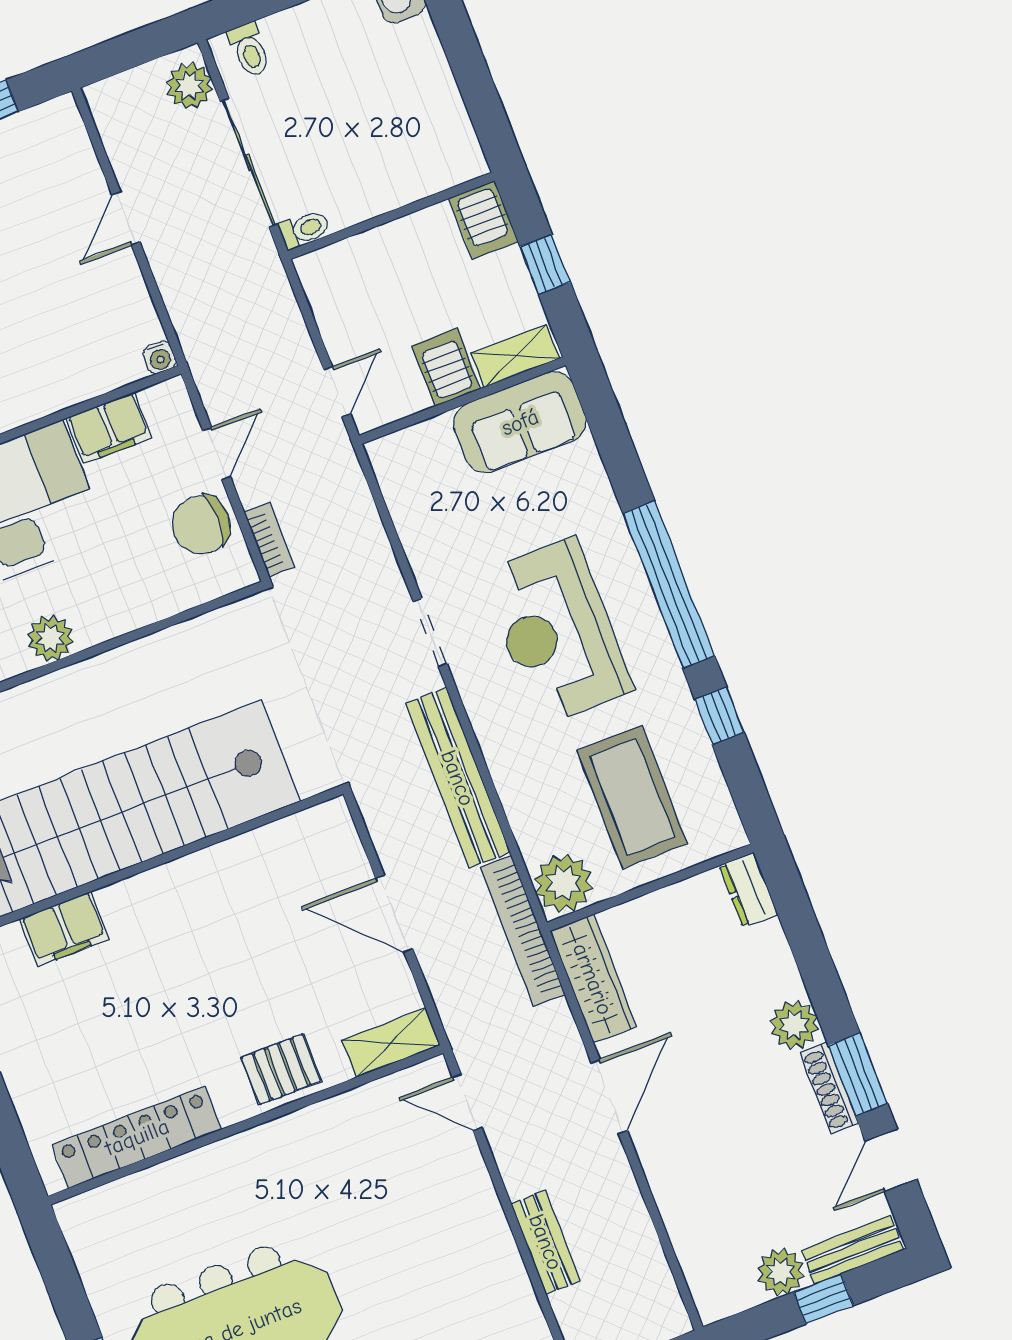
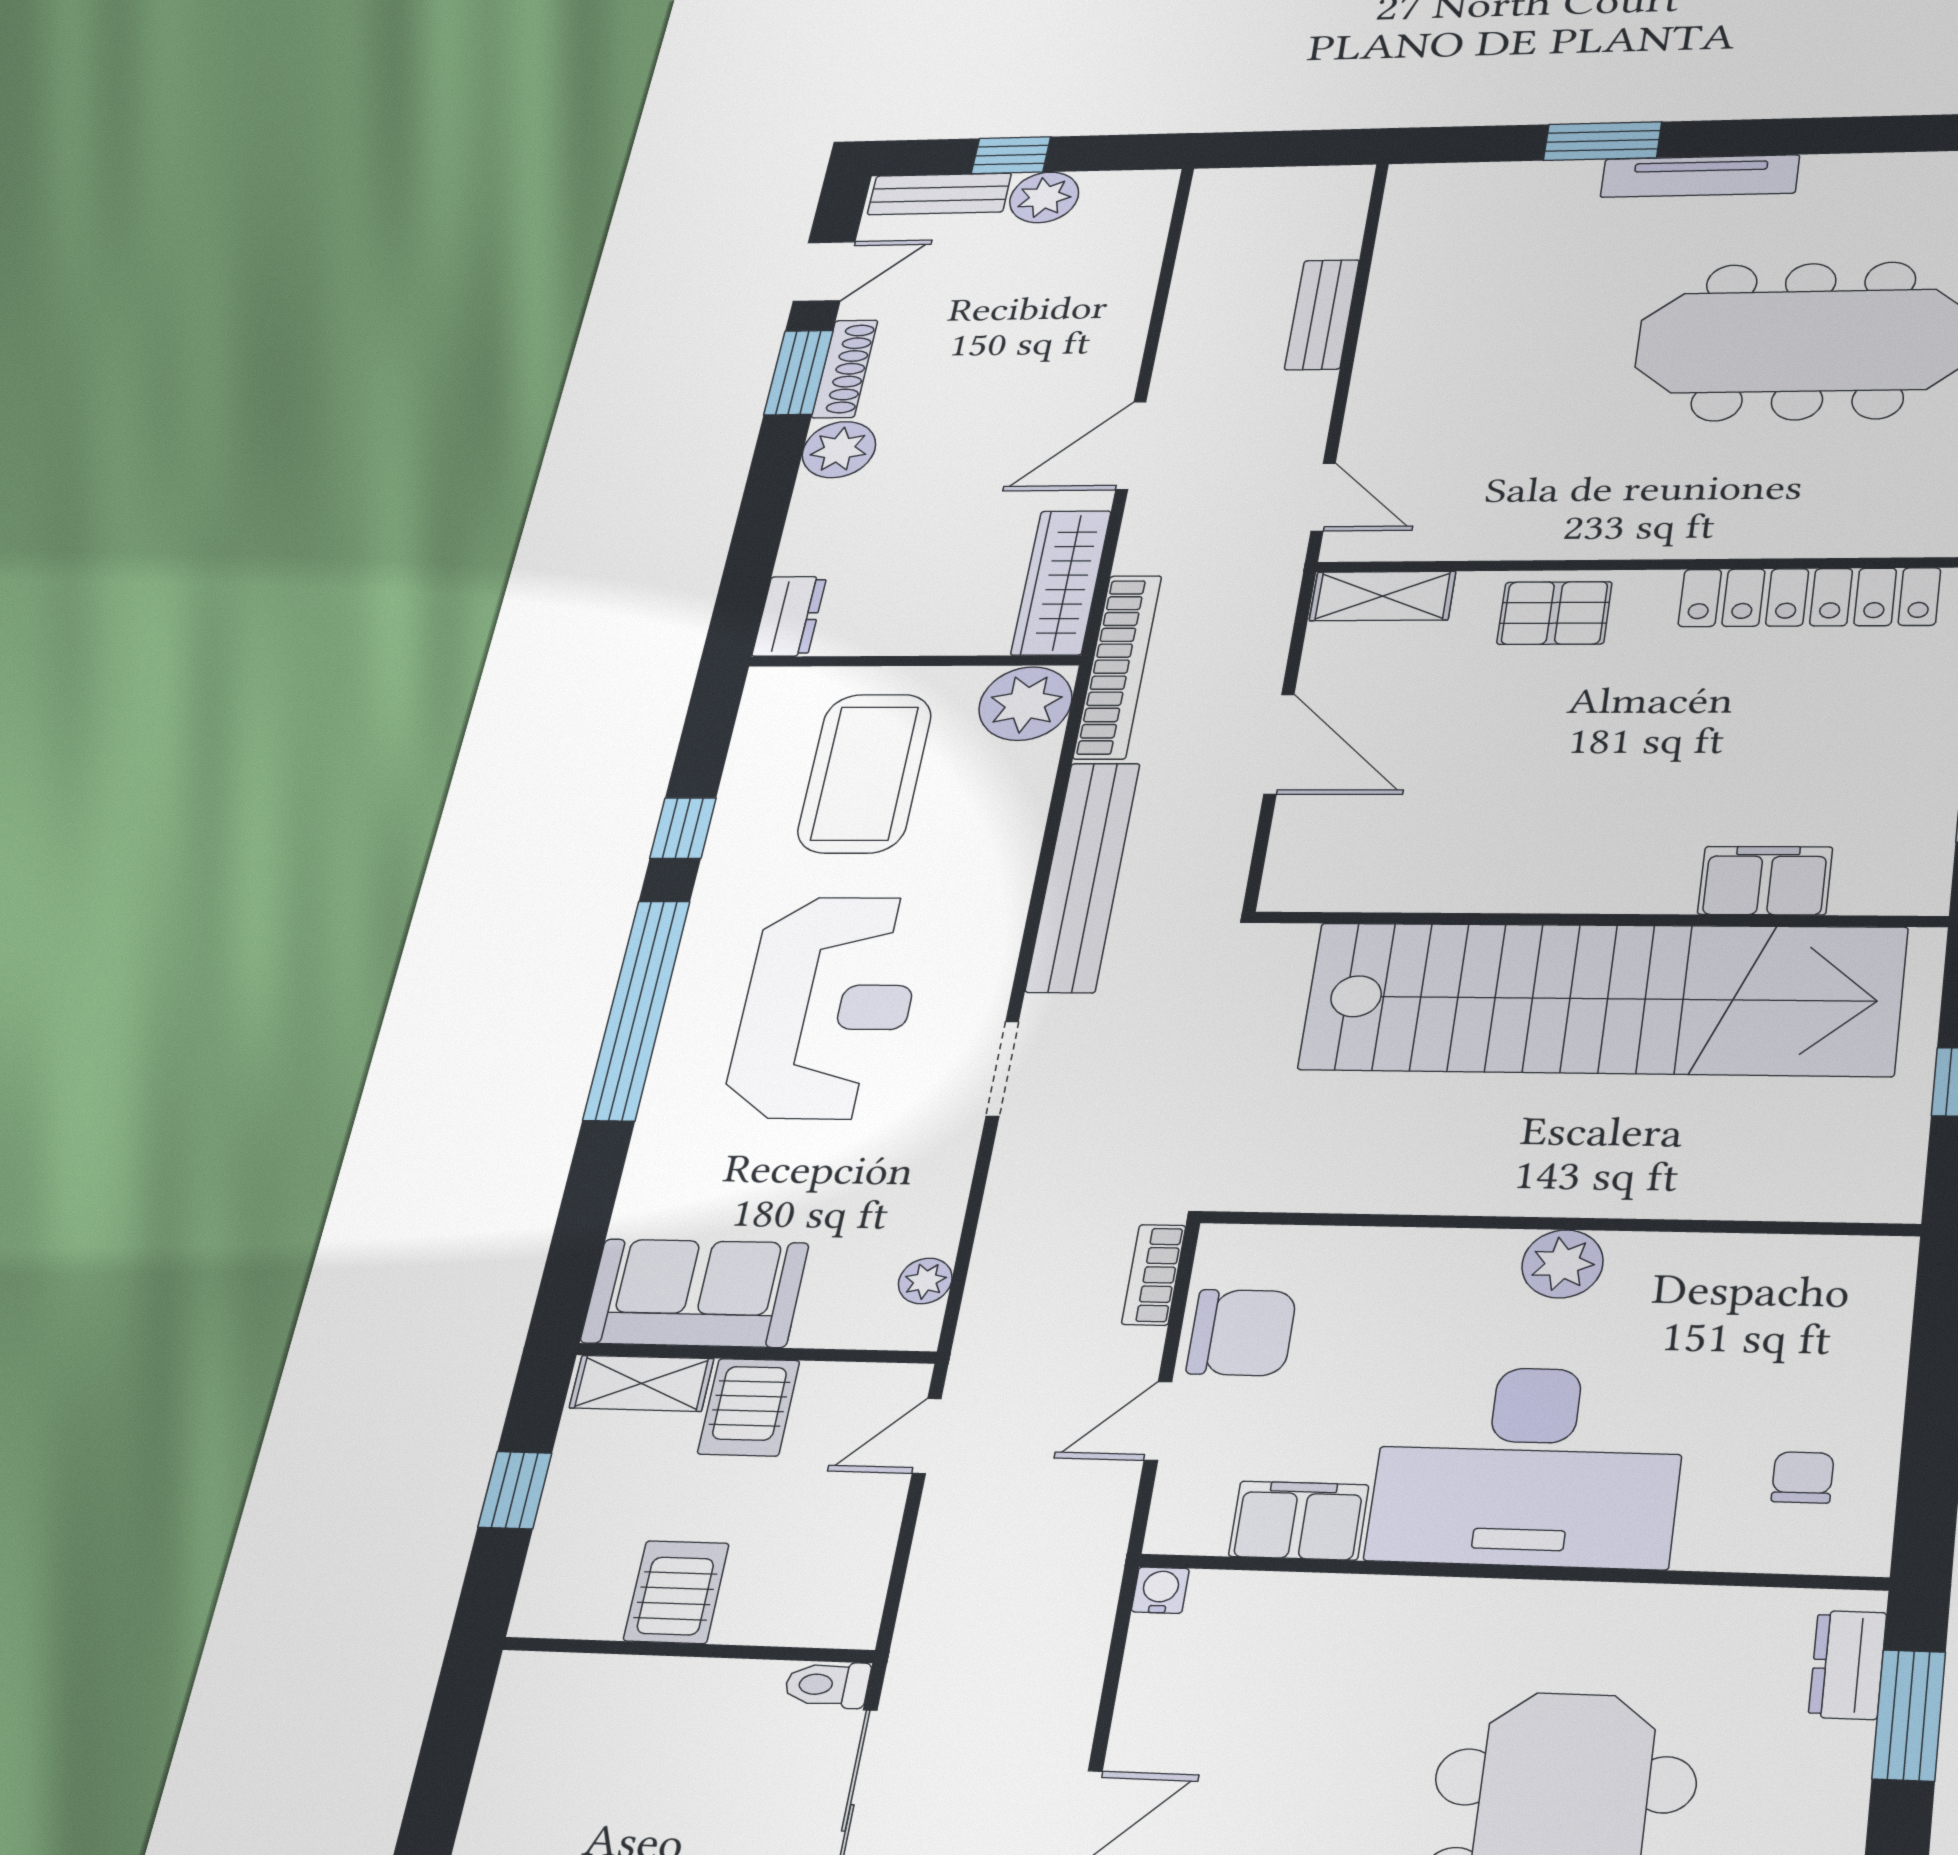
server rack: (484, 220) -> (676, 1592), moved
plant: (394, 483) -> (925, 1281), added

